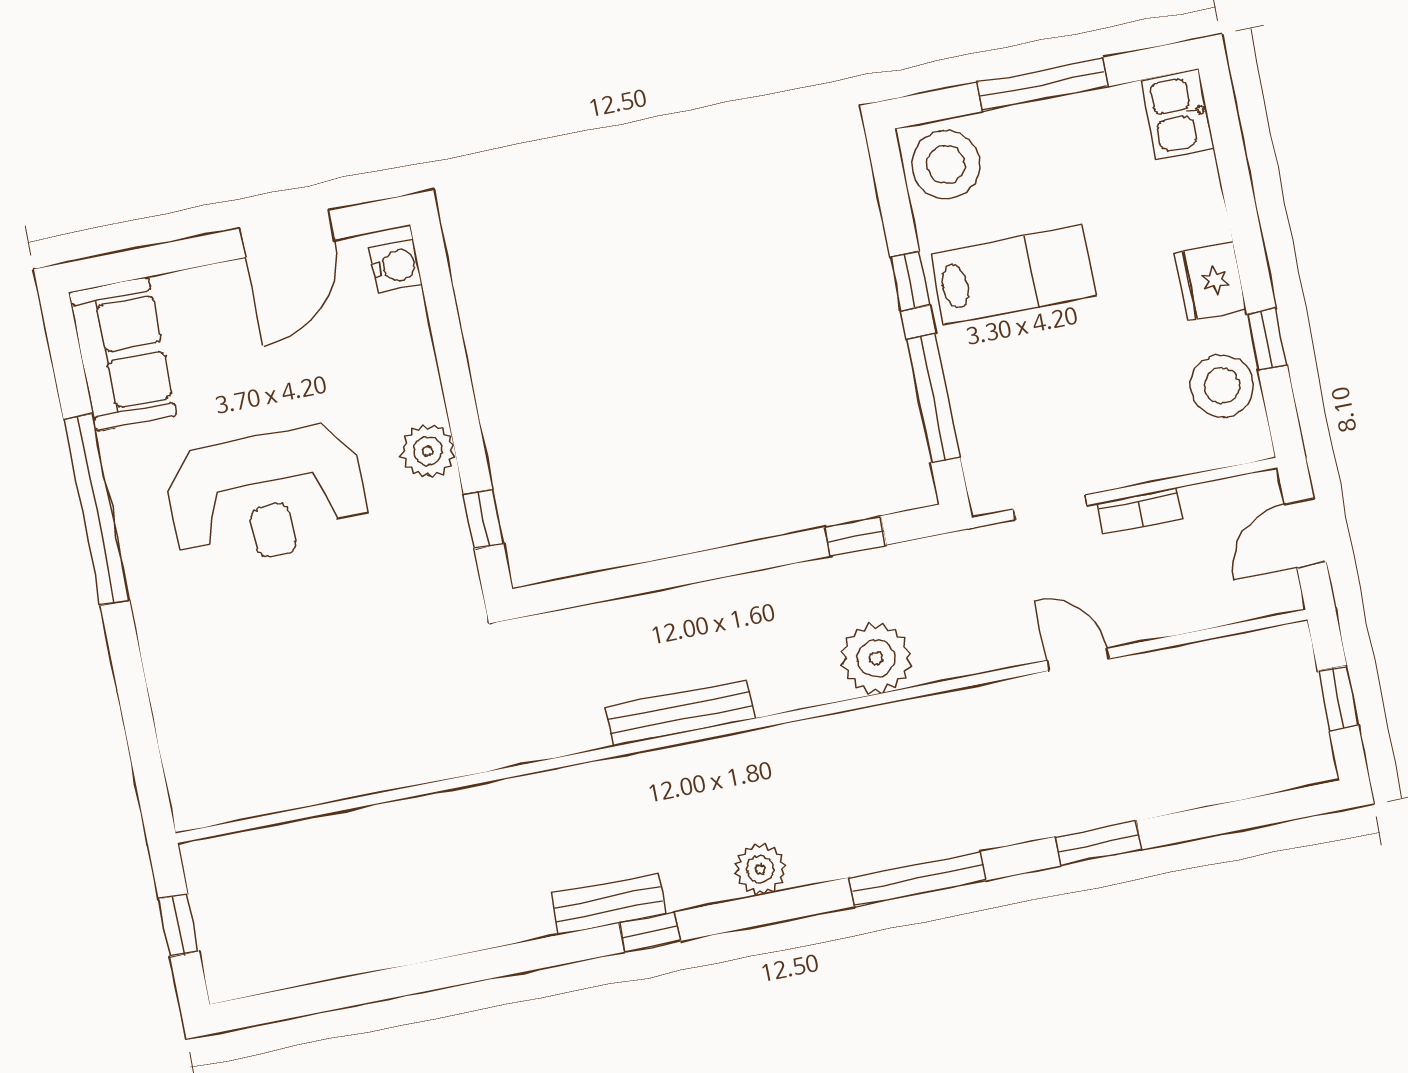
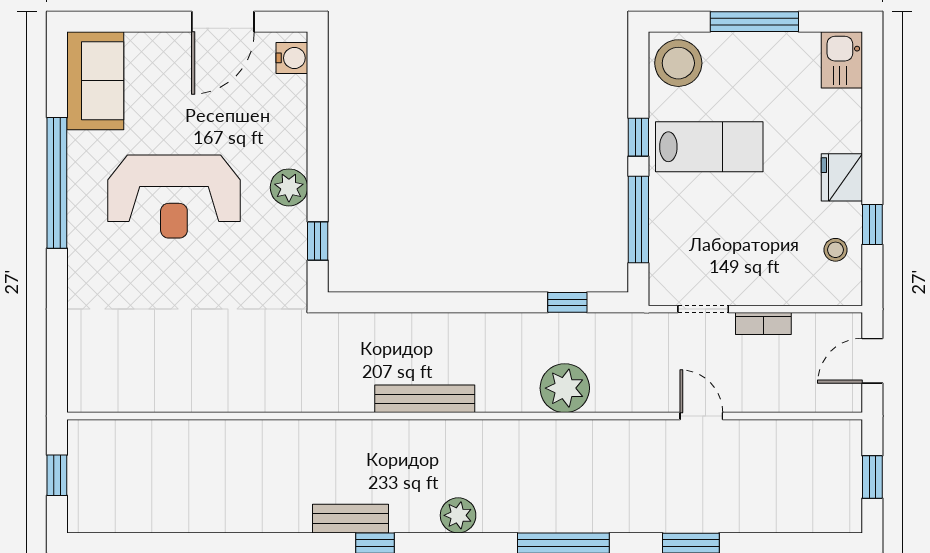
stool: (1222, 386) -> (835, 250), width x0.53, depth x0.53

